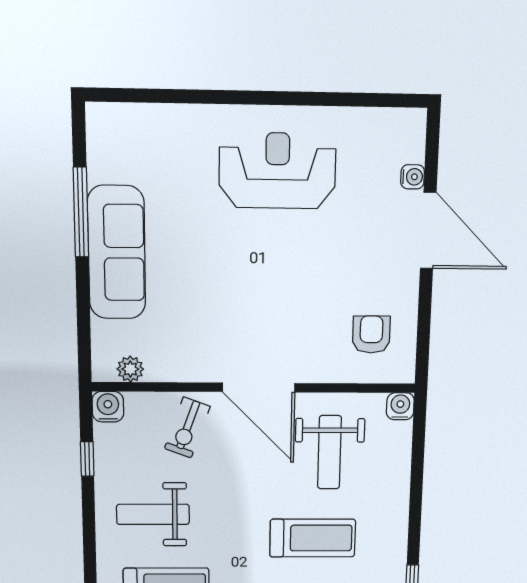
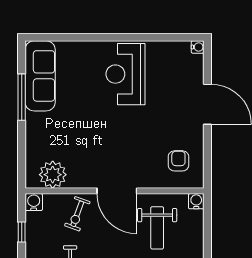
reception desk: (277, 171) -> (125, 74), turned -90
water cooler: (413, 177) -> (198, 47), moved
sofa: (117, 253) -> (40, 76), moved
plant: (130, 369) -> (53, 175), width x1.88, depth x1.88

